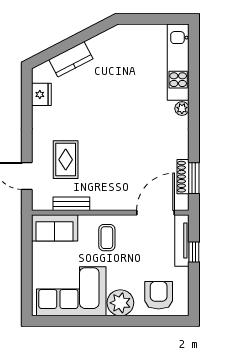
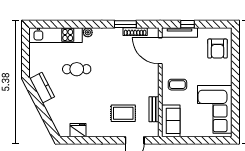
kitchen counter: (71, 59) -> (42, 88), moved
cafe table: (129, 93) -> (77, 69), added
window: (194, 178) -> (125, 24), moved
armchair: (159, 295) -> (218, 49), turned -90
plant: (120, 303) -> (223, 75), removed

